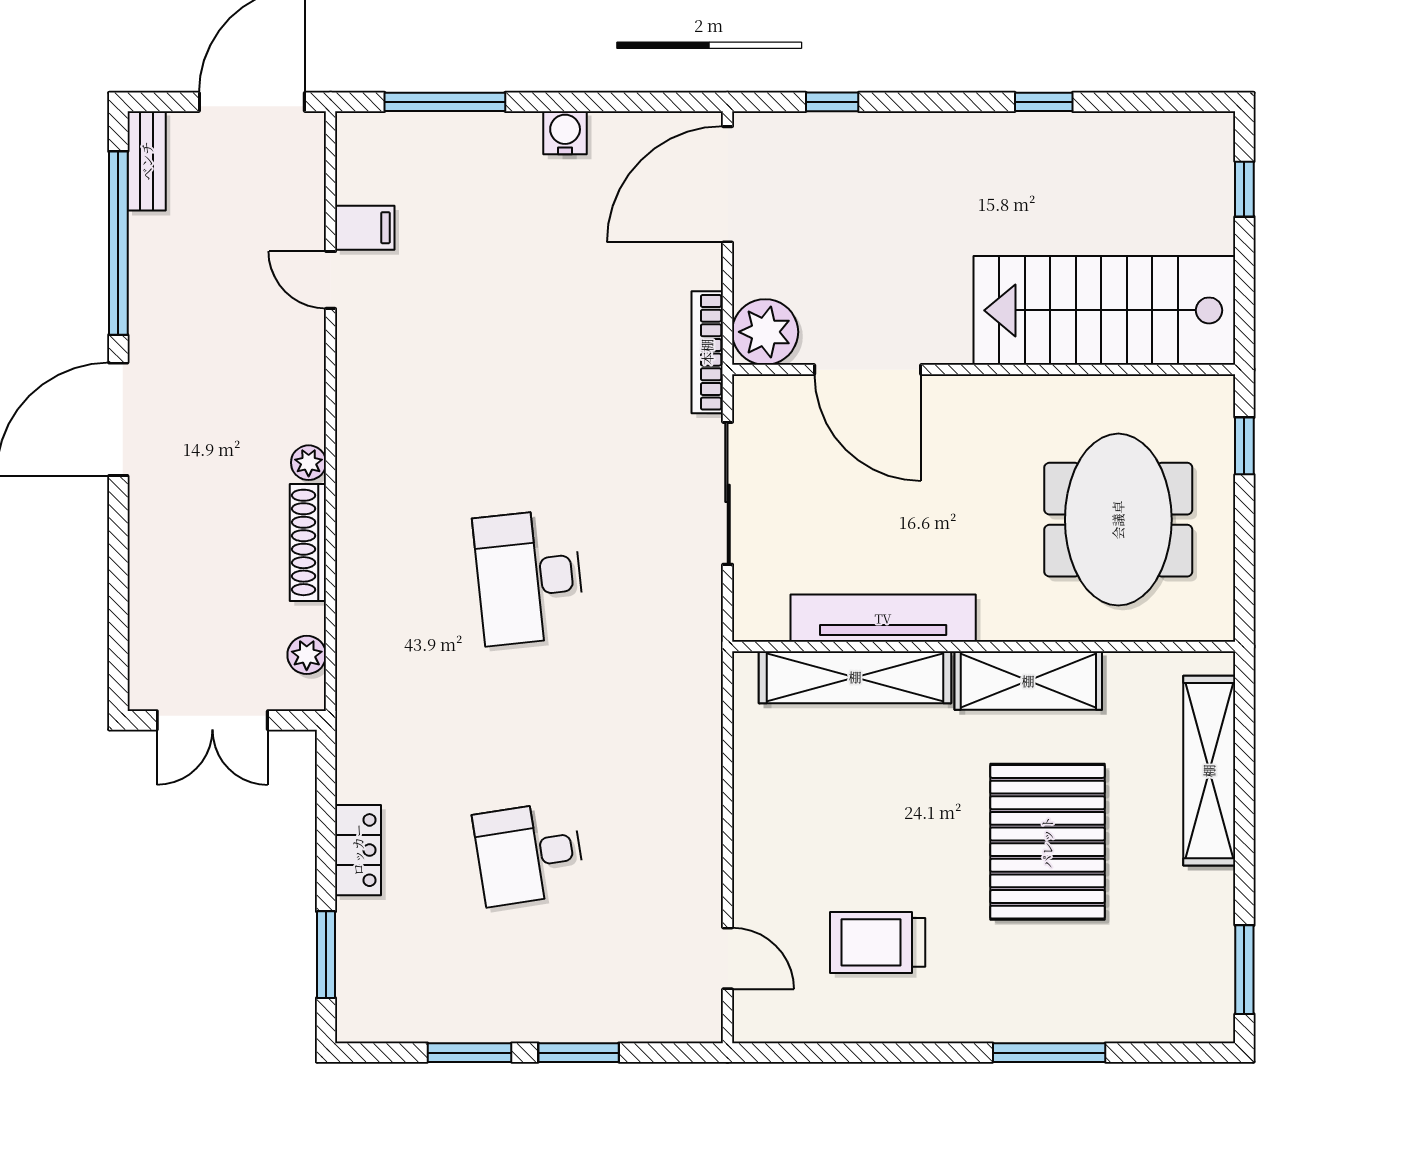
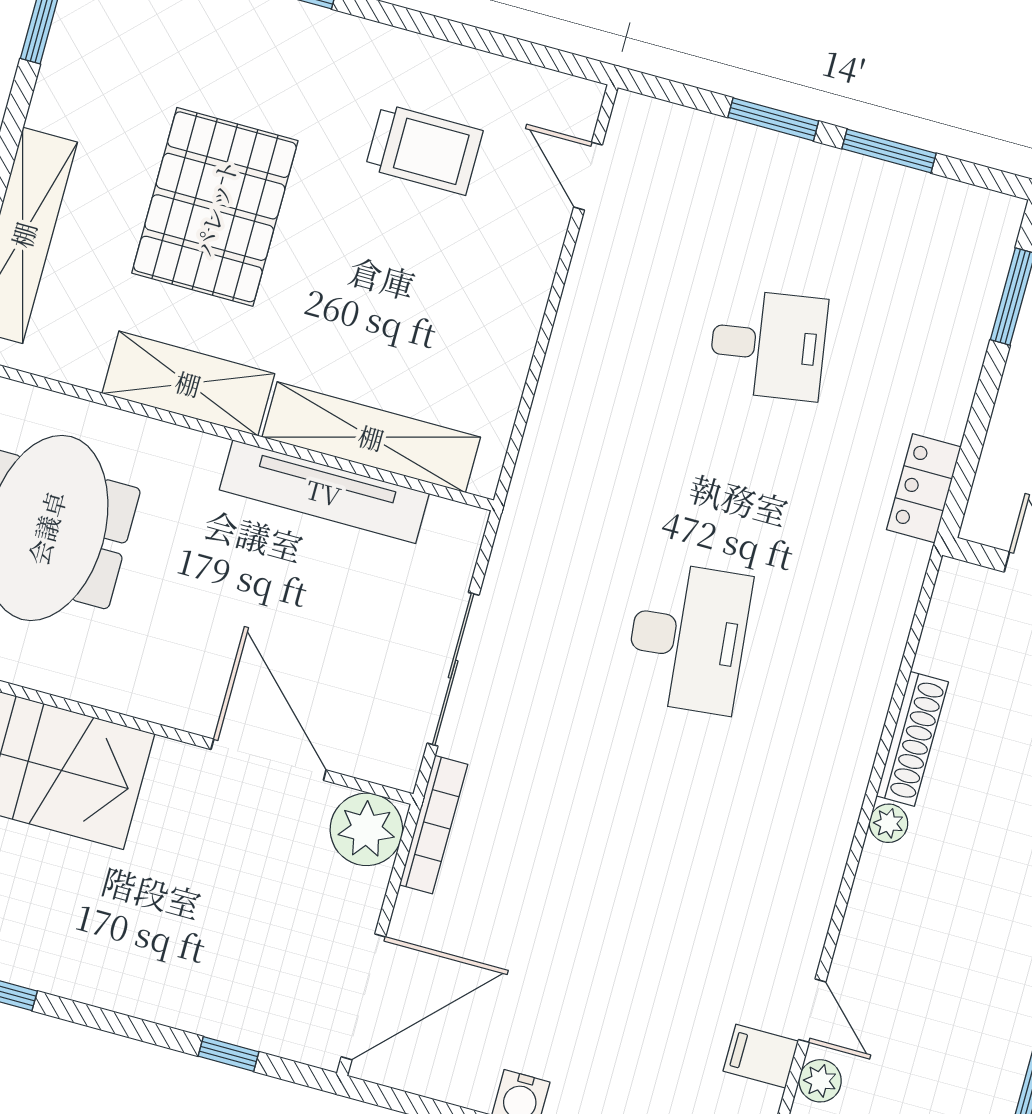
plant: (307, 655) -> (820, 1081), moved
locker: (358, 850) -> (924, 488), moved

